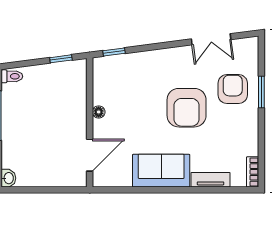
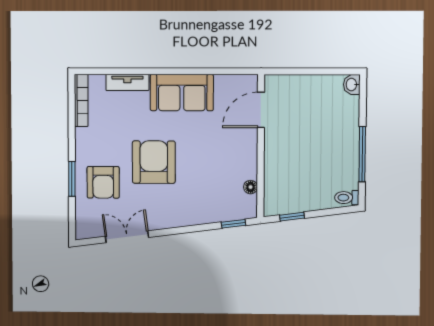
floor lamp: (99, 112) -> (251, 187), moved
bookcase: (253, 172) -> (81, 100), width x1.56

